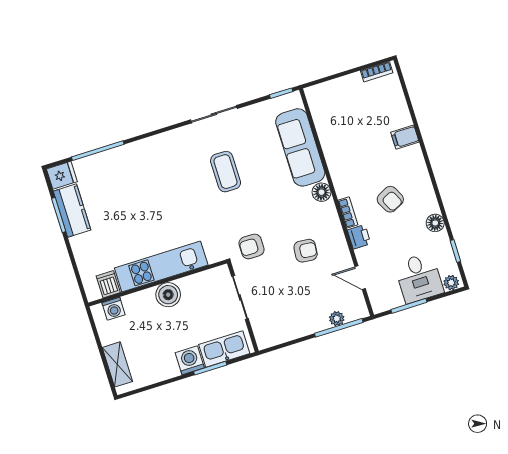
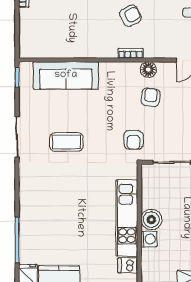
floor lamp: (322, 192) -> (148, 70), moved
printer: (359, 237) -> (153, 50), removed
washing machine: (114, 309) -> (149, 239), moved

